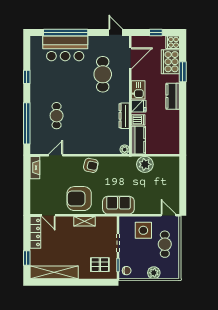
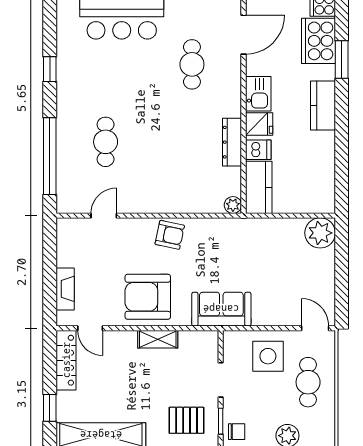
cafe table: (103, 74) -> (192, 64), width x0.73, depth x0.74
plant: (145, 164) -> (320, 233), moved
fireplace: (35, 168) -> (65, 289), moved

